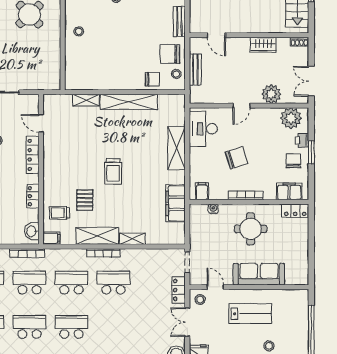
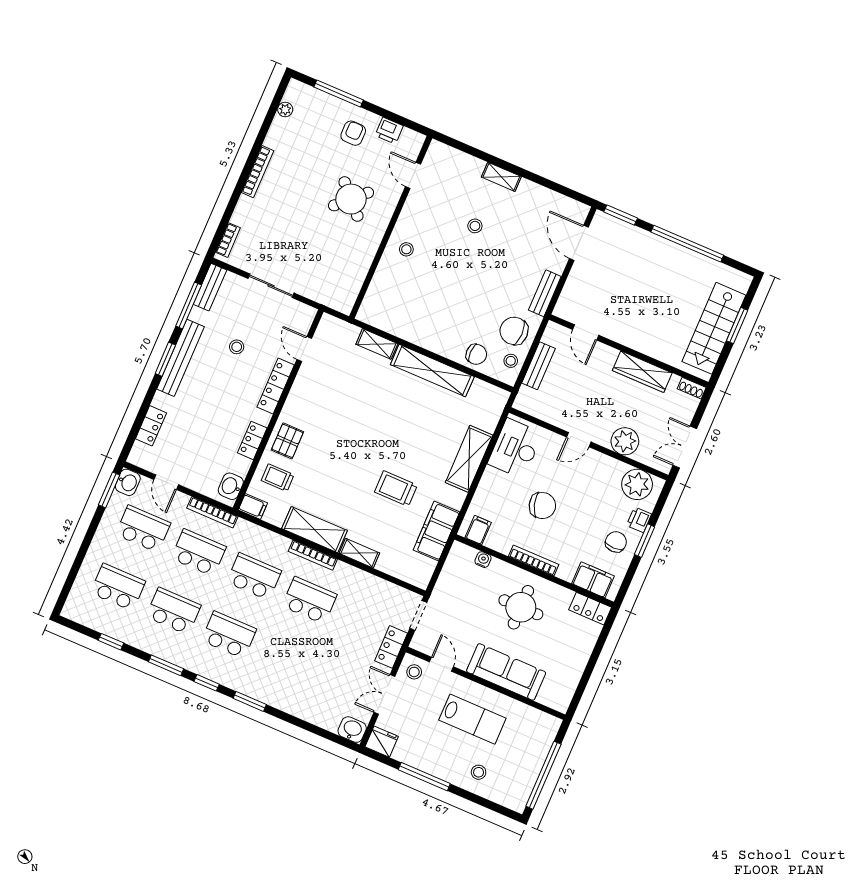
wardrobe: (263, 45) -> (642, 372), width x1.50
trolley: (113, 171) -> (396, 489), moved, turned 90
pallet: (85, 200) -> (287, 441), moved

